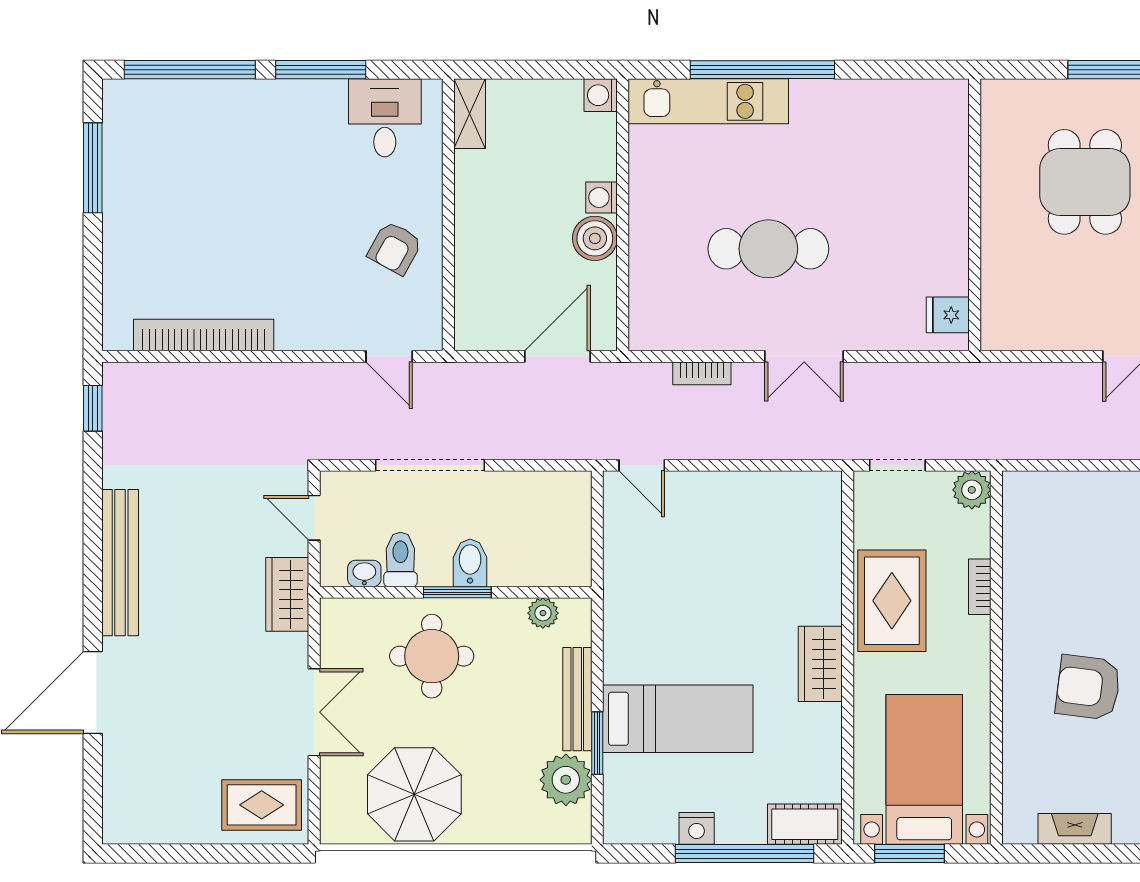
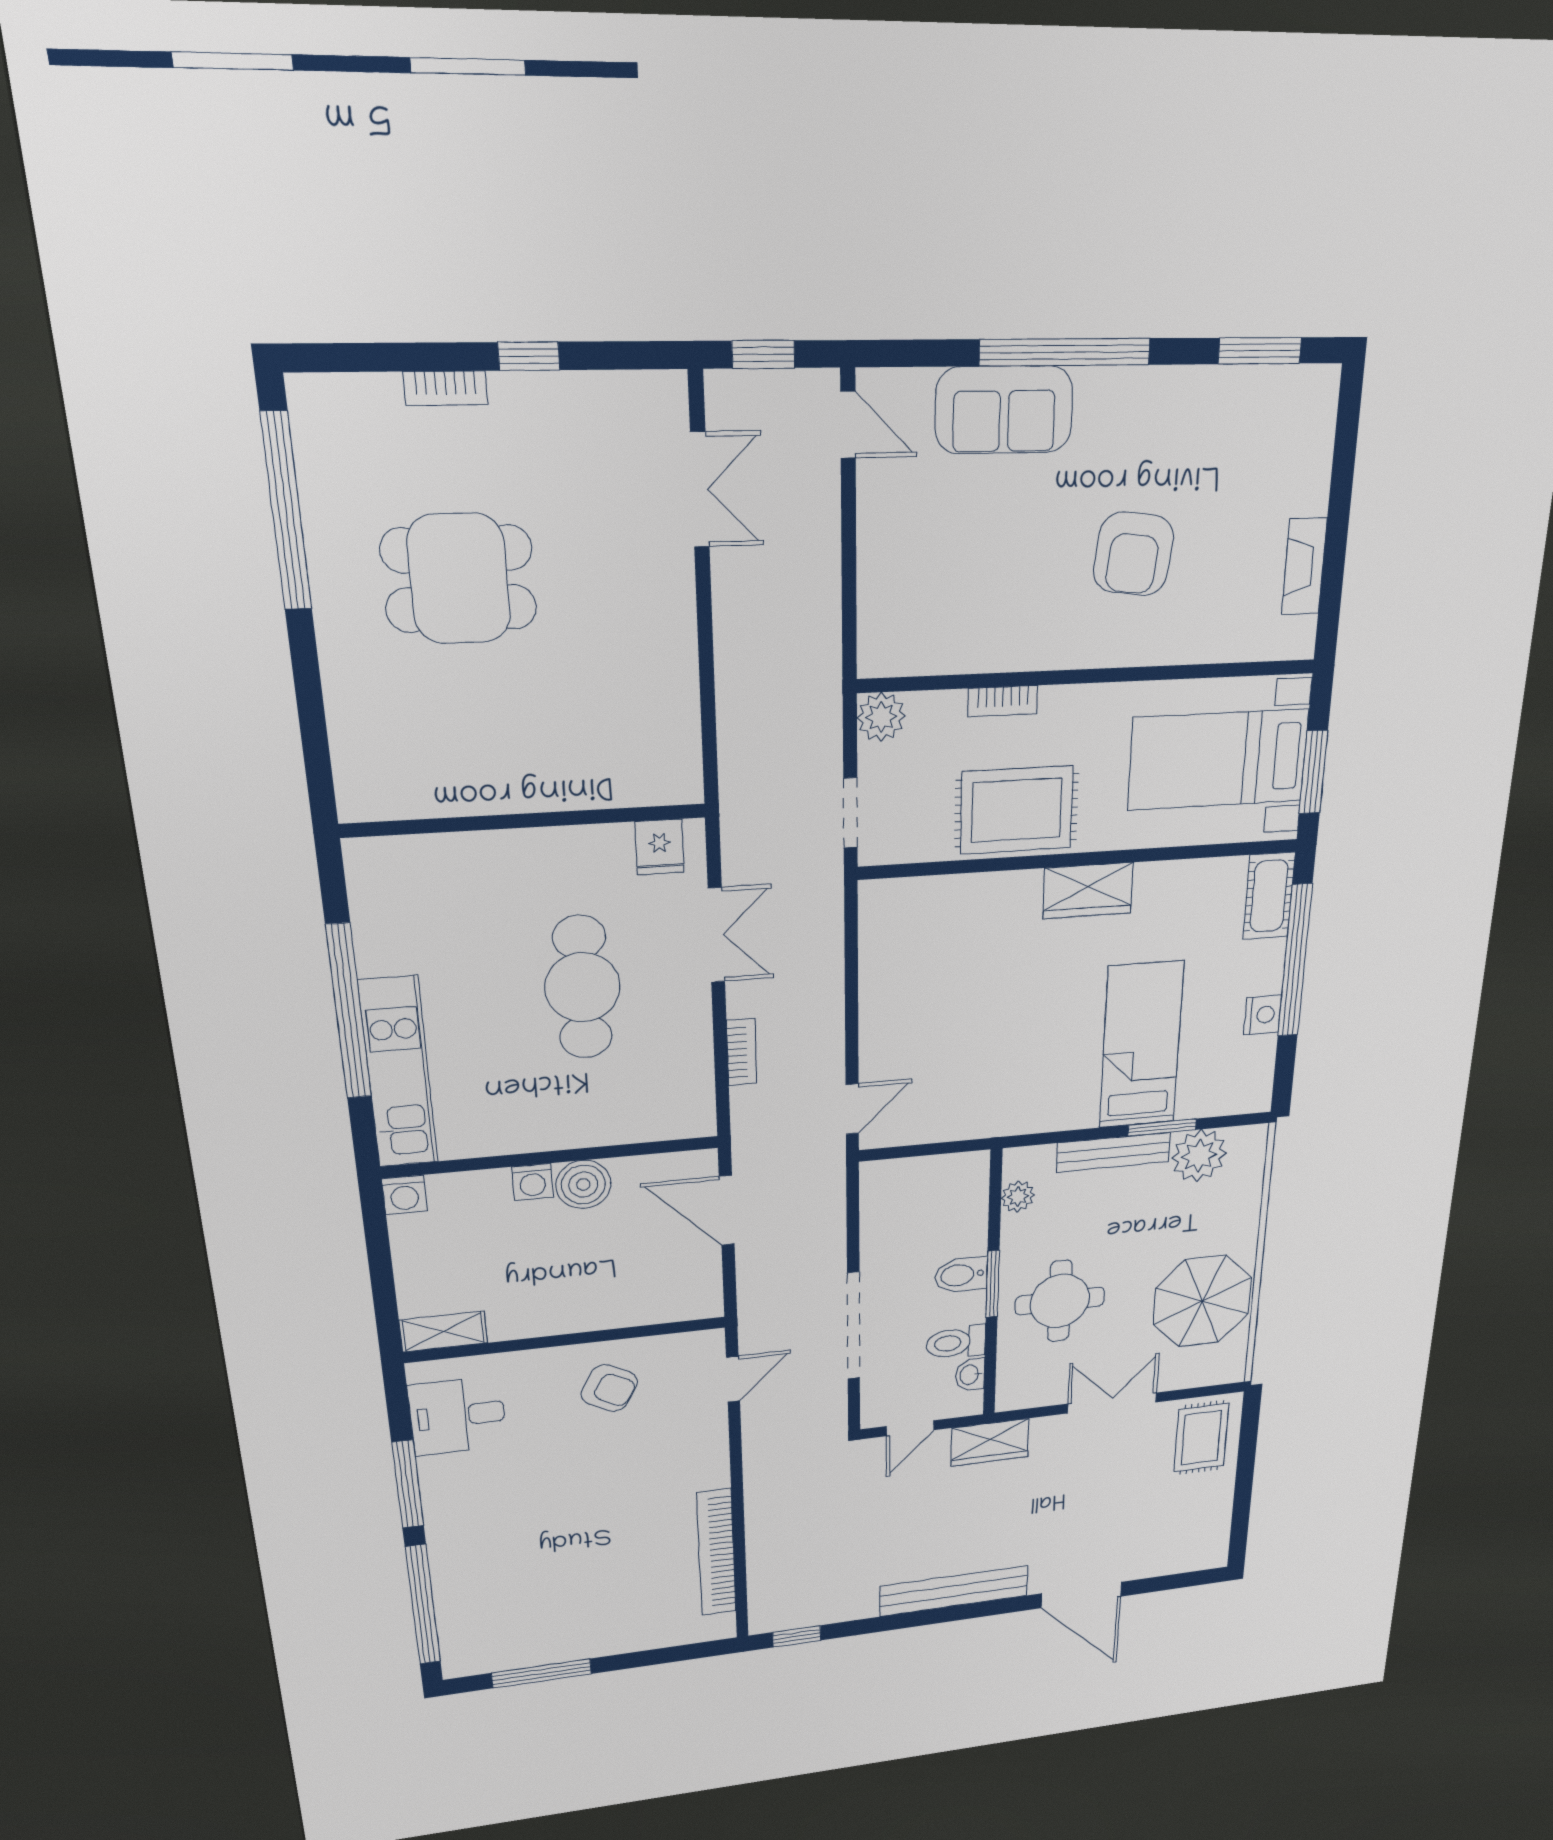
wall: (975, 215) -> (525, 821), moved
fridge: (948, 315) -> (660, 847), moved

